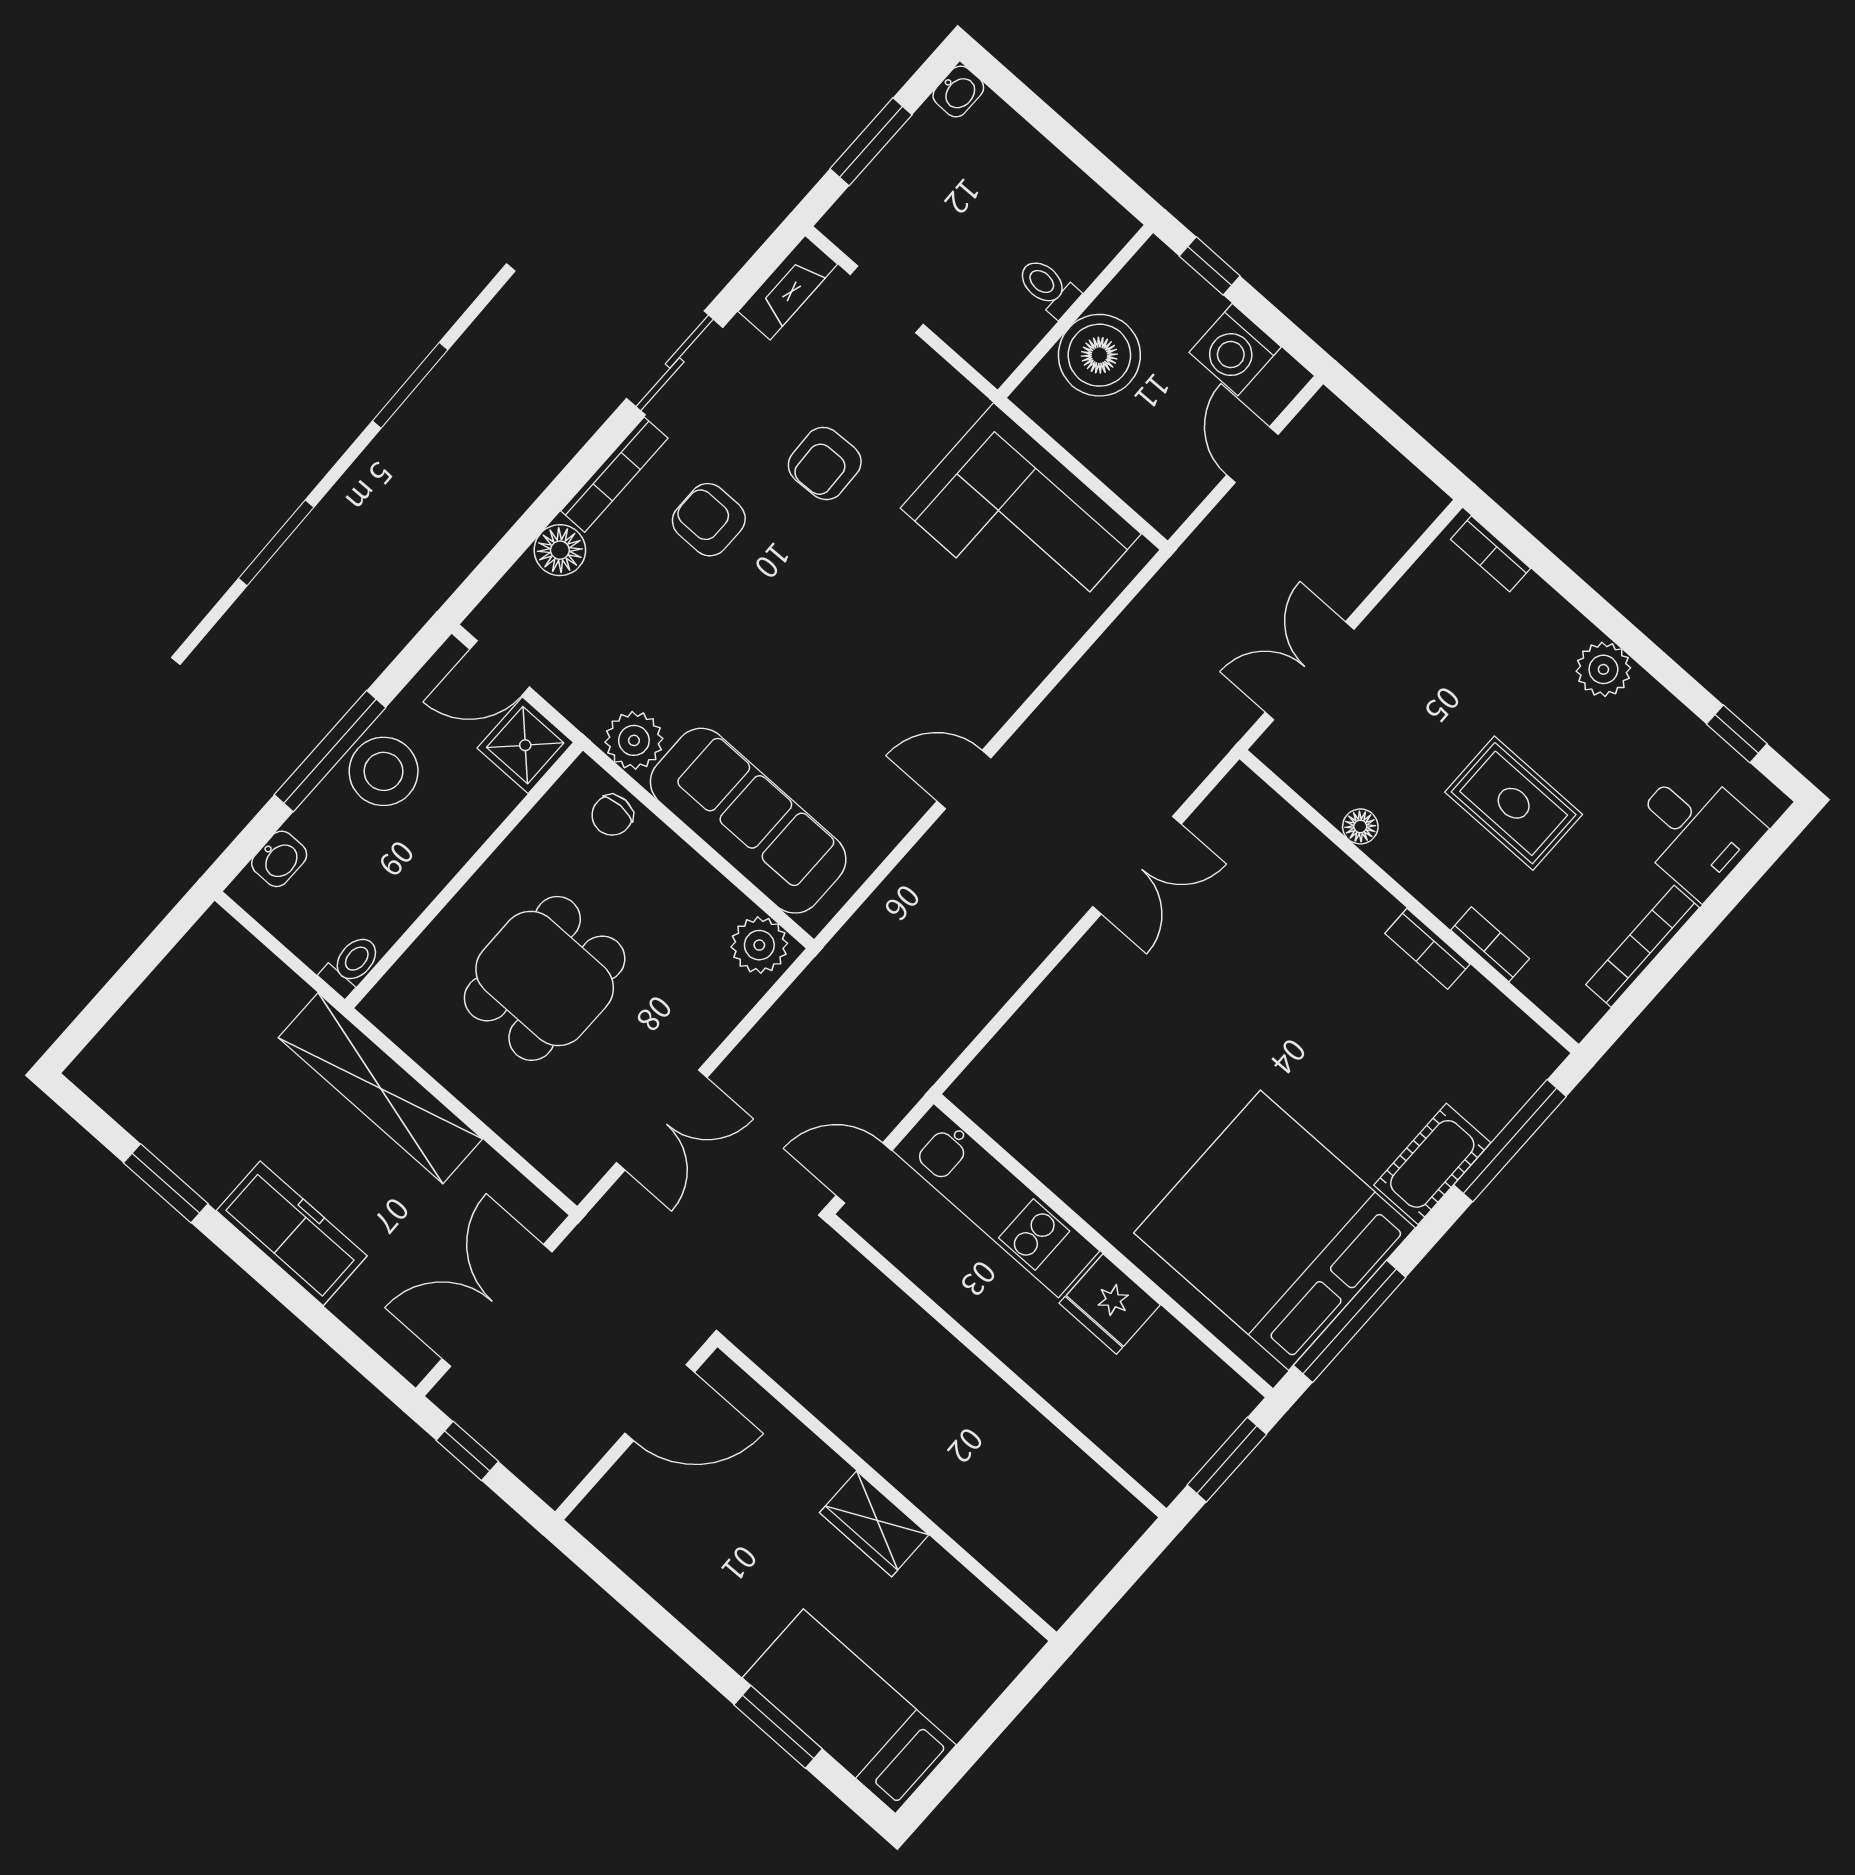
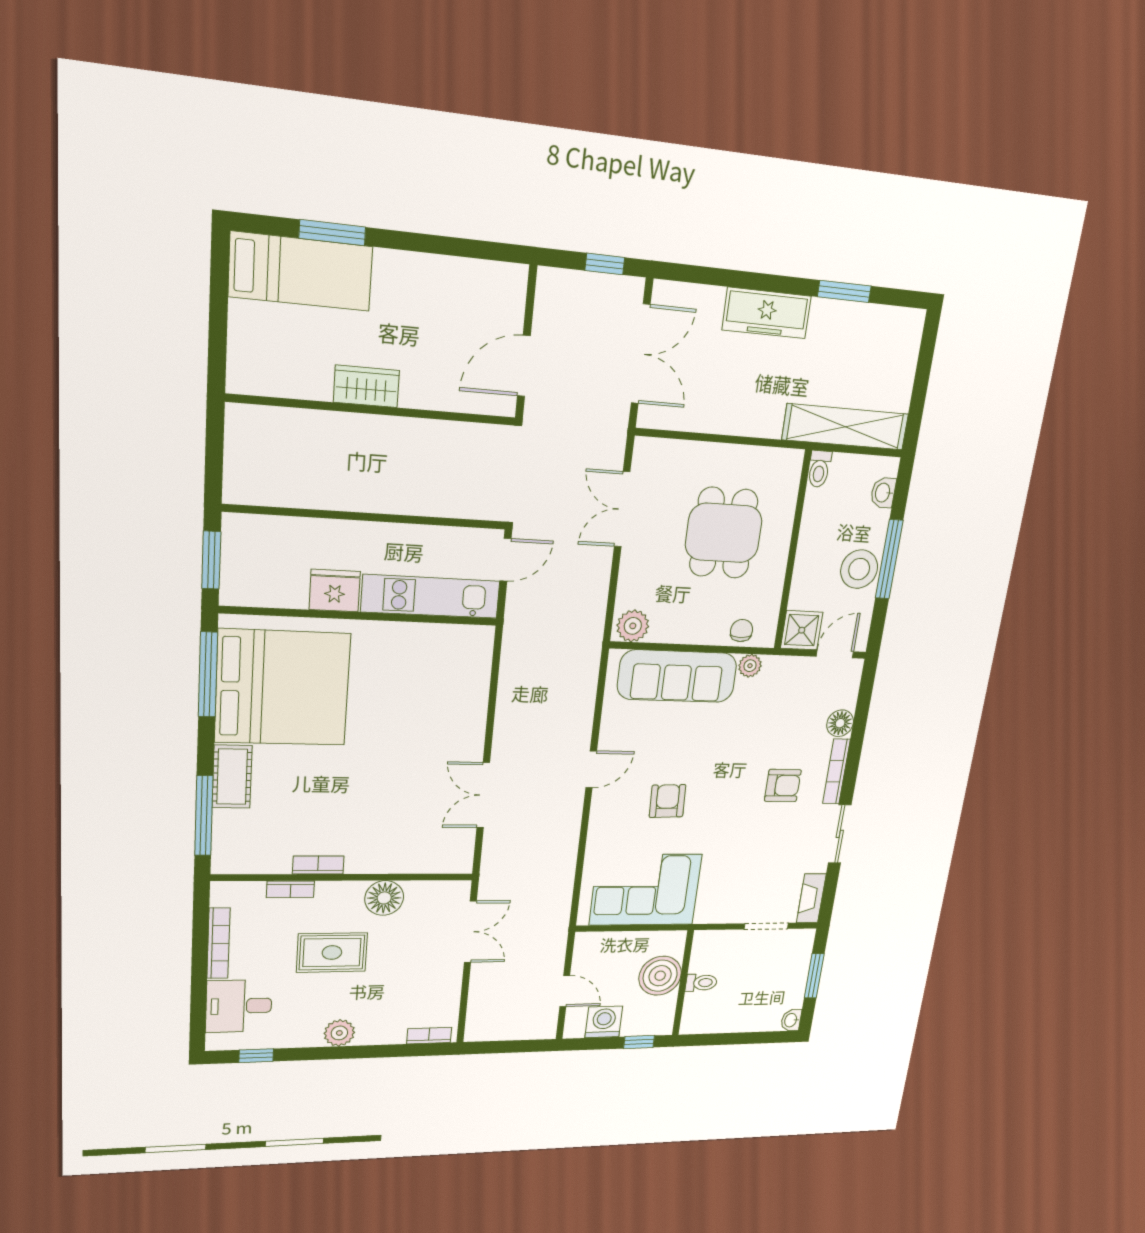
armchair: (825, 463) -> (667, 801), moved
plant: (634, 740) -> (750, 666), width x0.73, depth x0.73
floor lamp: (1360, 826) -> (384, 898), width x1.89, depth x1.89
shelving: (380, 1088) -> (845, 427), moved

